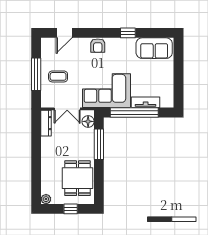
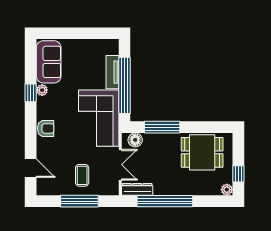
plant: (130, 43) -> (42, 90), added
window: (36, 147) -> (165, 201), added
window: (71, 209) -> (238, 174), moved

